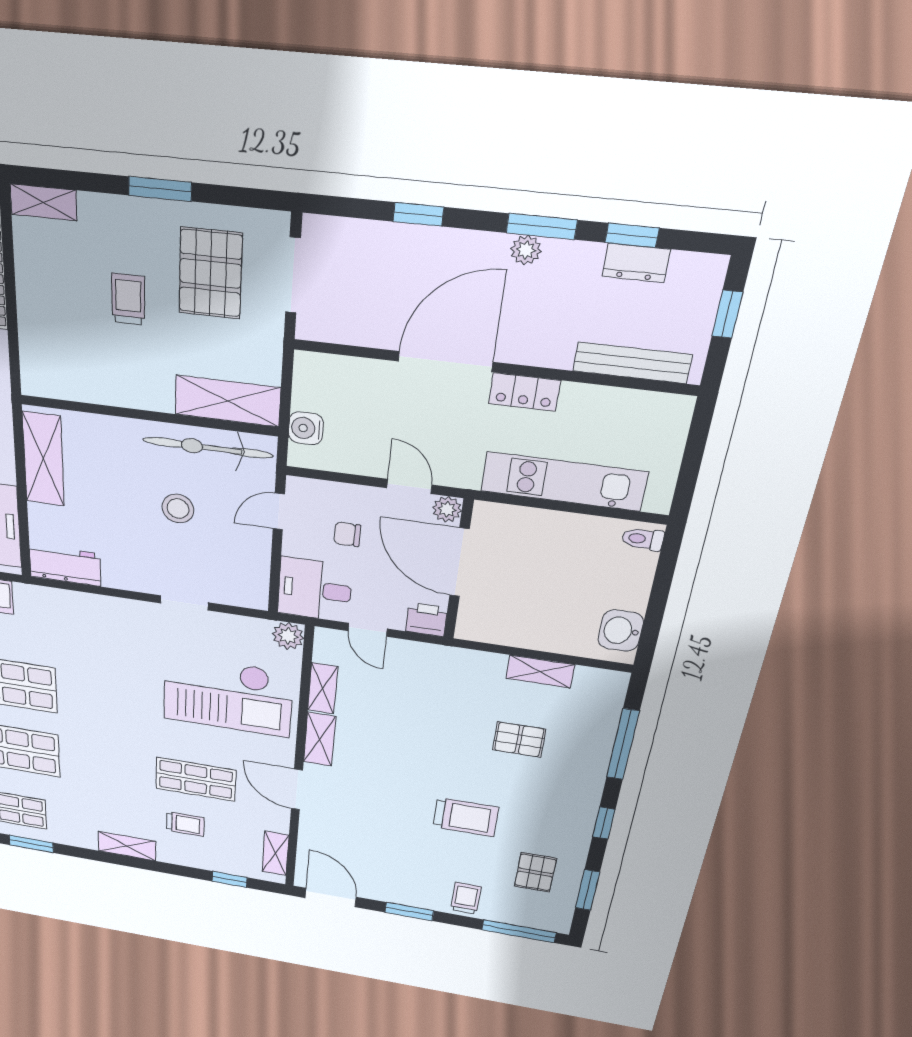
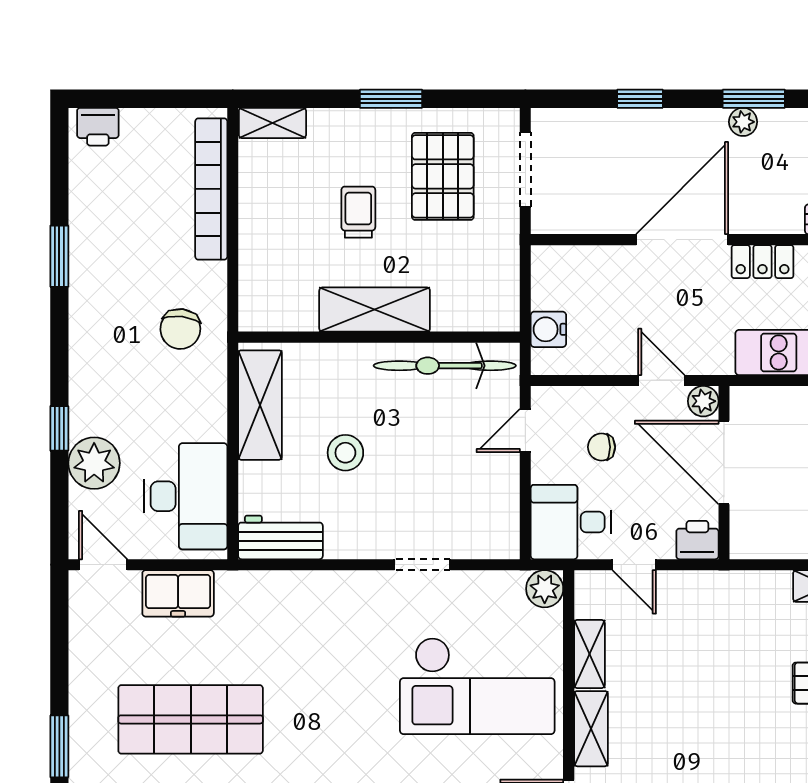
shelving: (227, 401) -> (375, 310), moved
stool: (178, 508) -> (345, 453), moved

